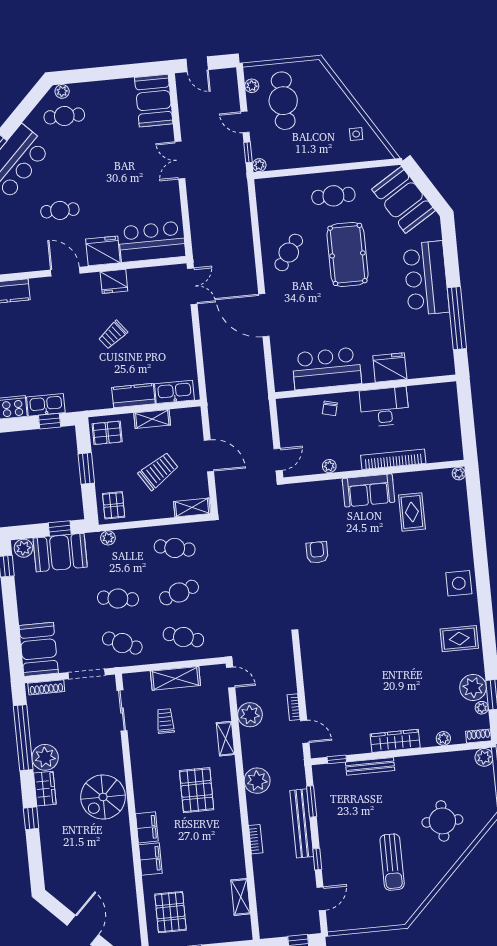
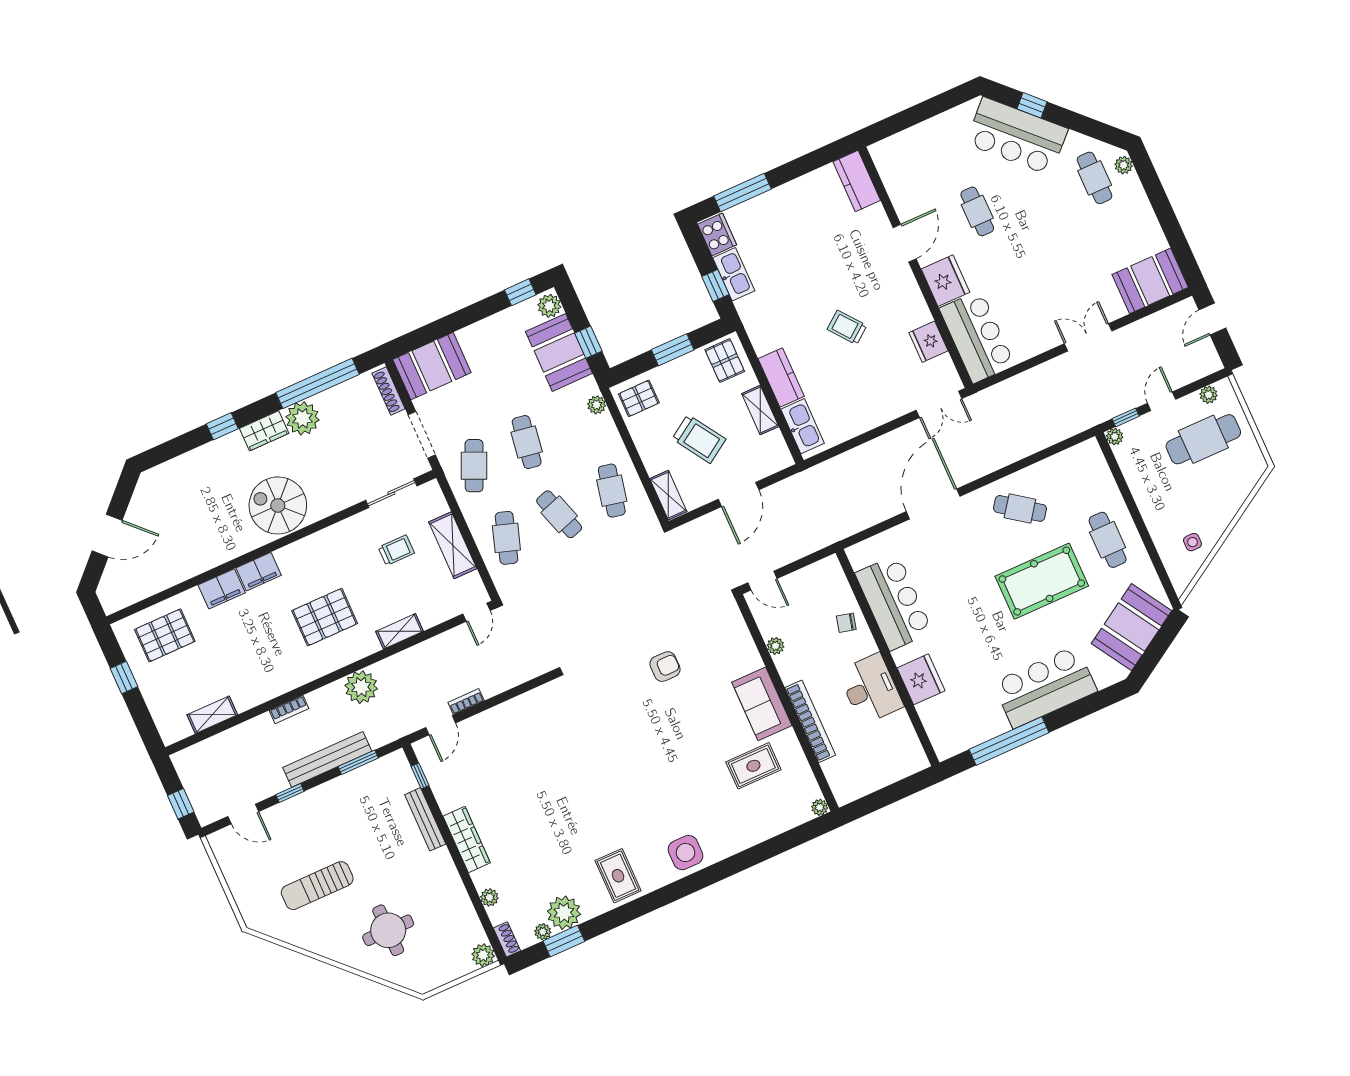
fridge: (114, 281) -> (929, 342), moved
plant: (250, 715) -> (439, 651), removed

